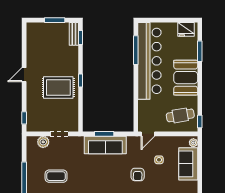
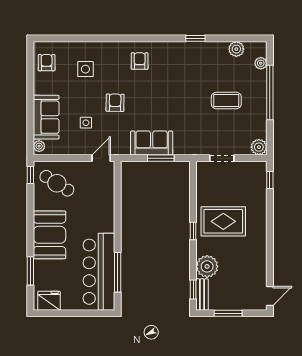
plant: (70, 54) -> (207, 266), added
bar counter: (149, 61) -> (99, 272), width x0.73
door: (24, 75) -> (270, 296), moved
cafe table: (180, 115) -> (57, 183), turned 42
plant: (43, 142) -> (259, 147), moved
sofa: (105, 145) -> (152, 143), width x0.73

